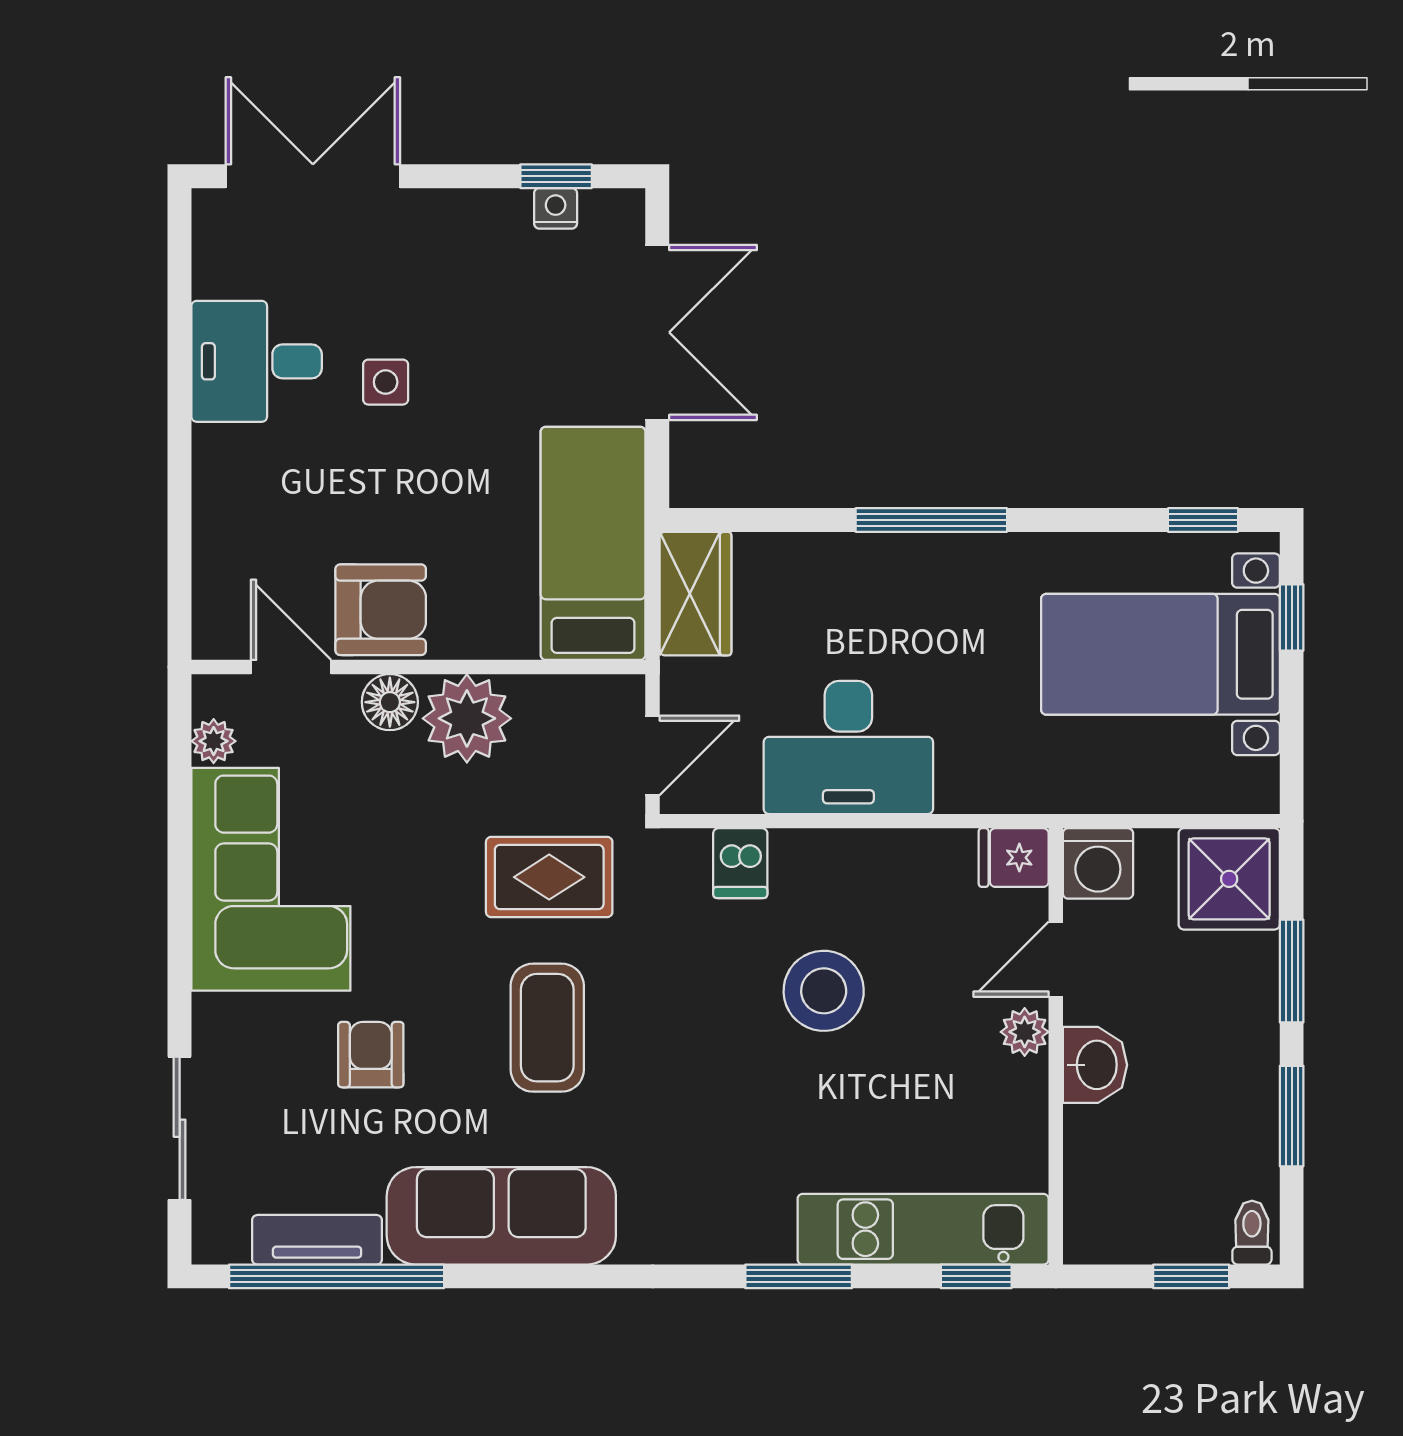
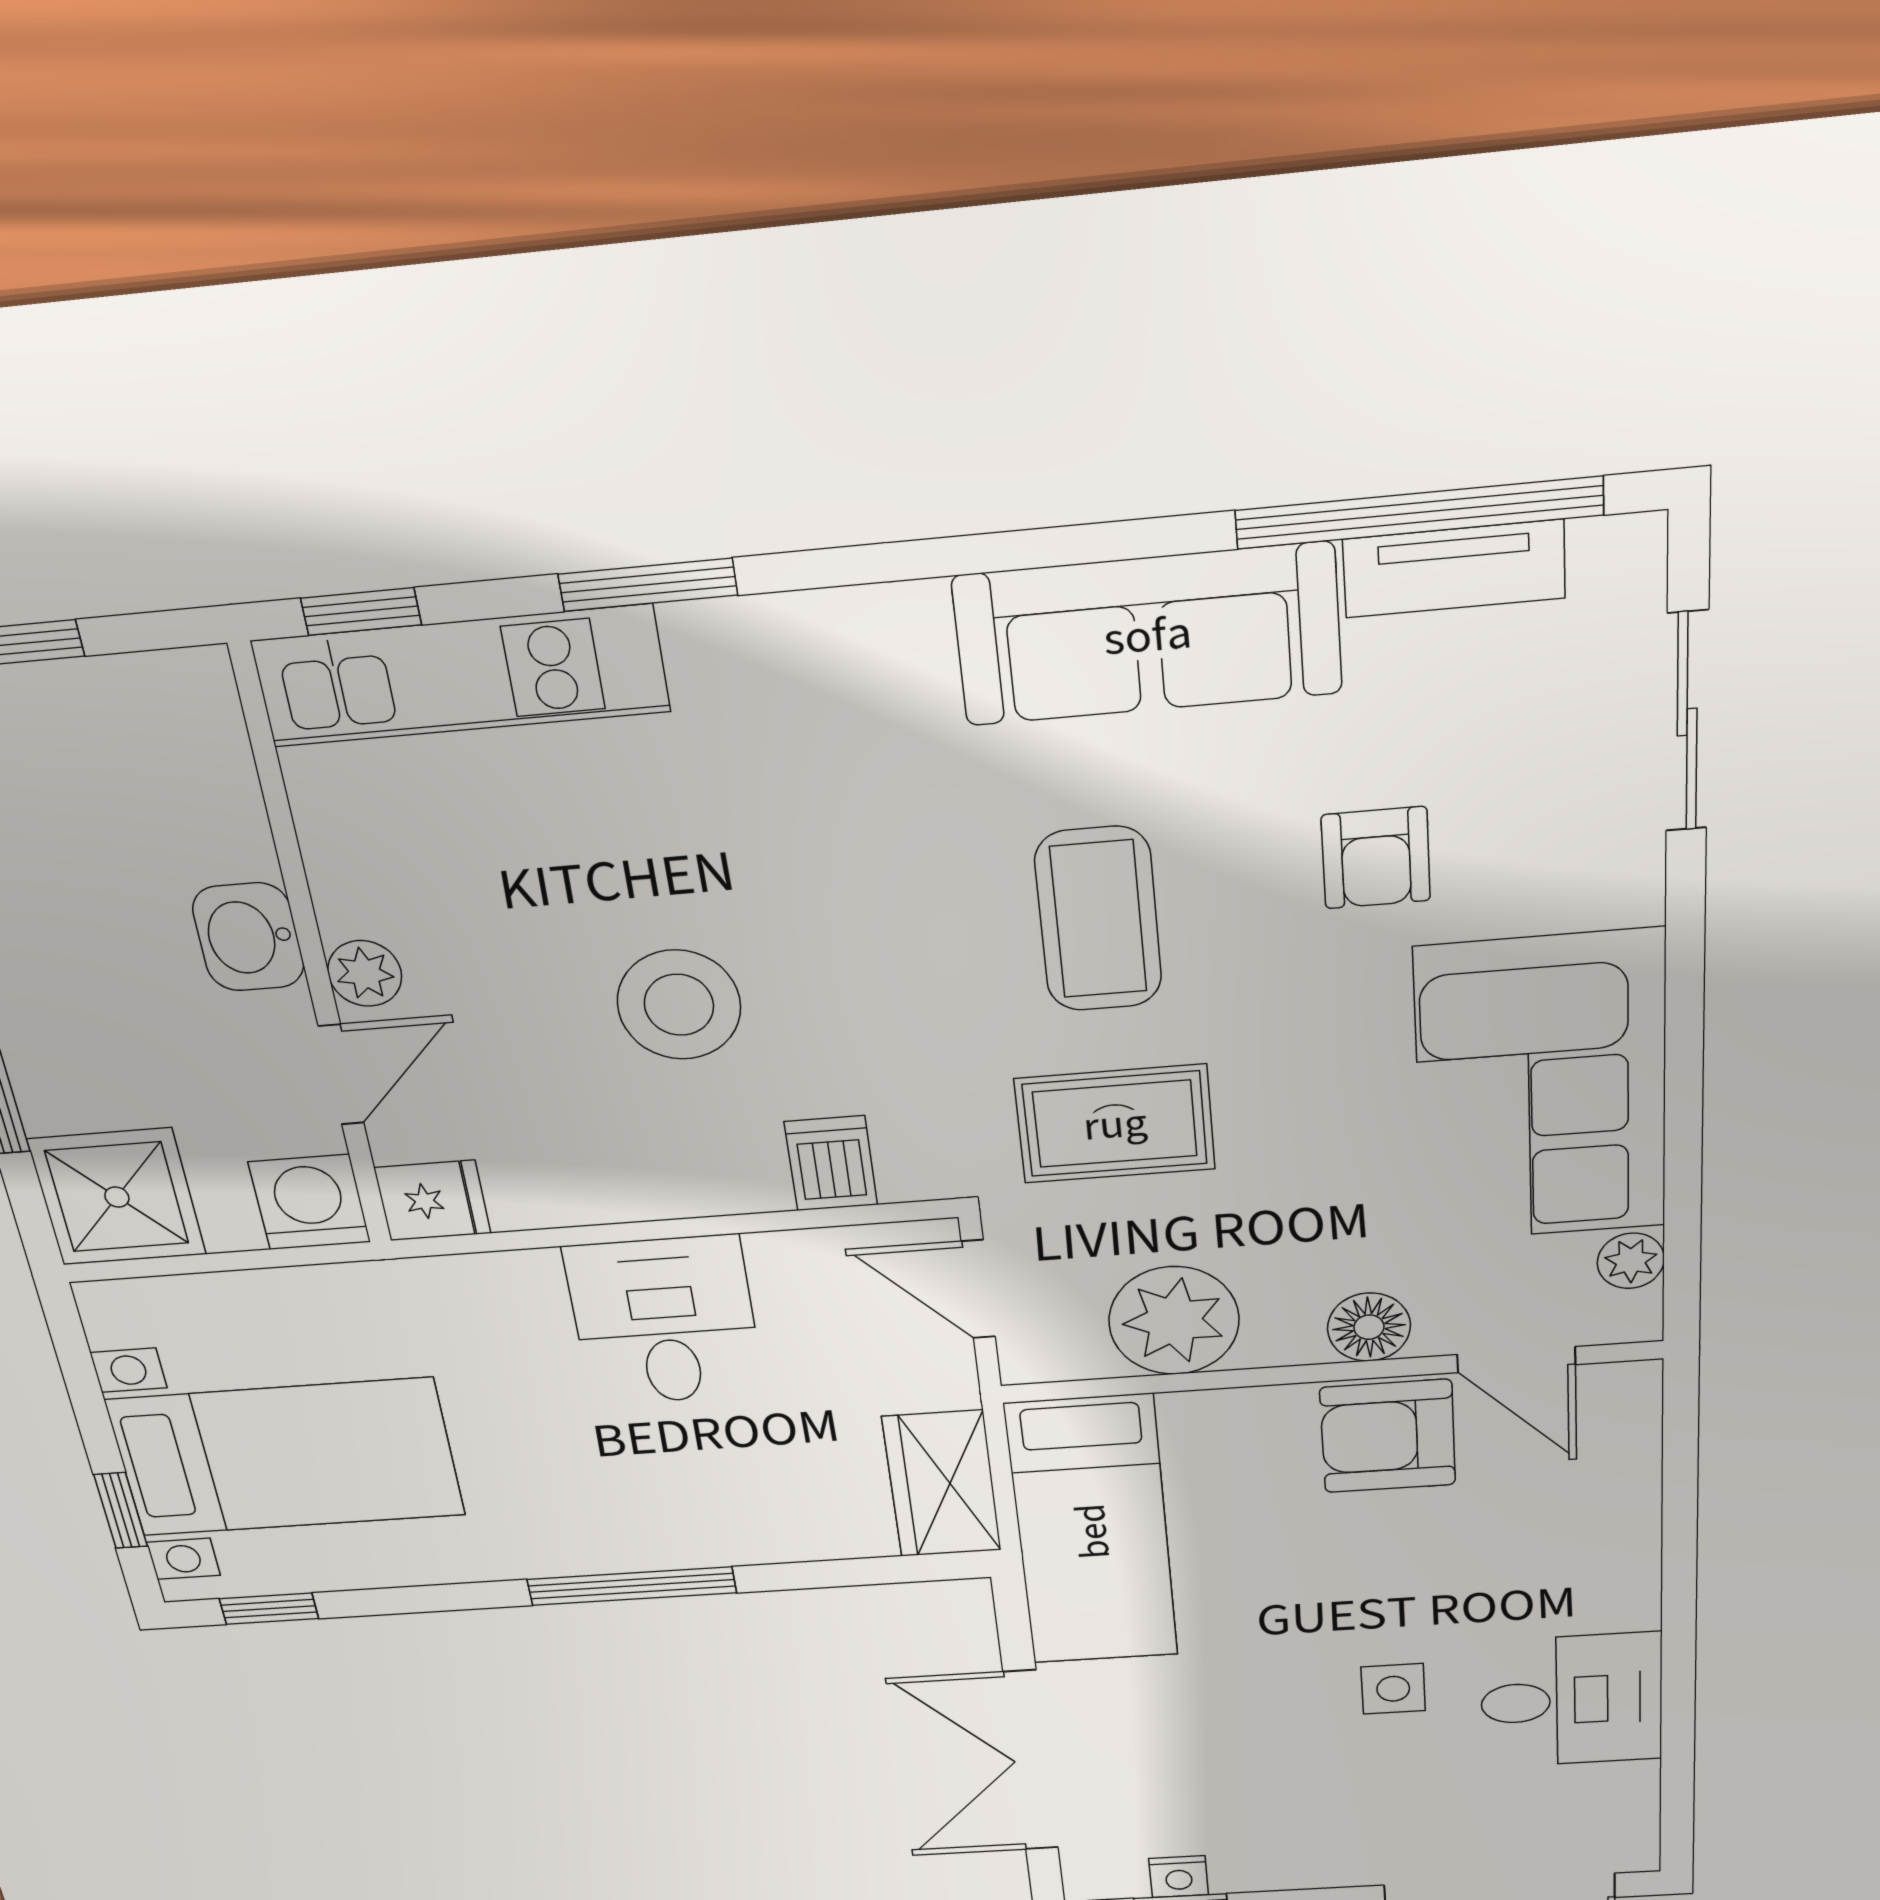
plant: (467, 718) -> (1174, 1321), moved
desk: (848, 747) -> (664, 1321), width x0.73
door: (653, 755) -> (978, 1289), hinge flipped

